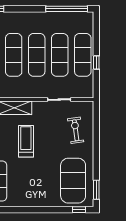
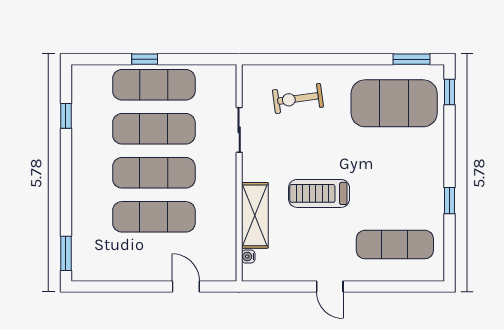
window: (67, 9) -> (66, 116), width x0.32
window: (96, 63) -> (145, 59), moved
window: (22, 210) -> (450, 201), added

